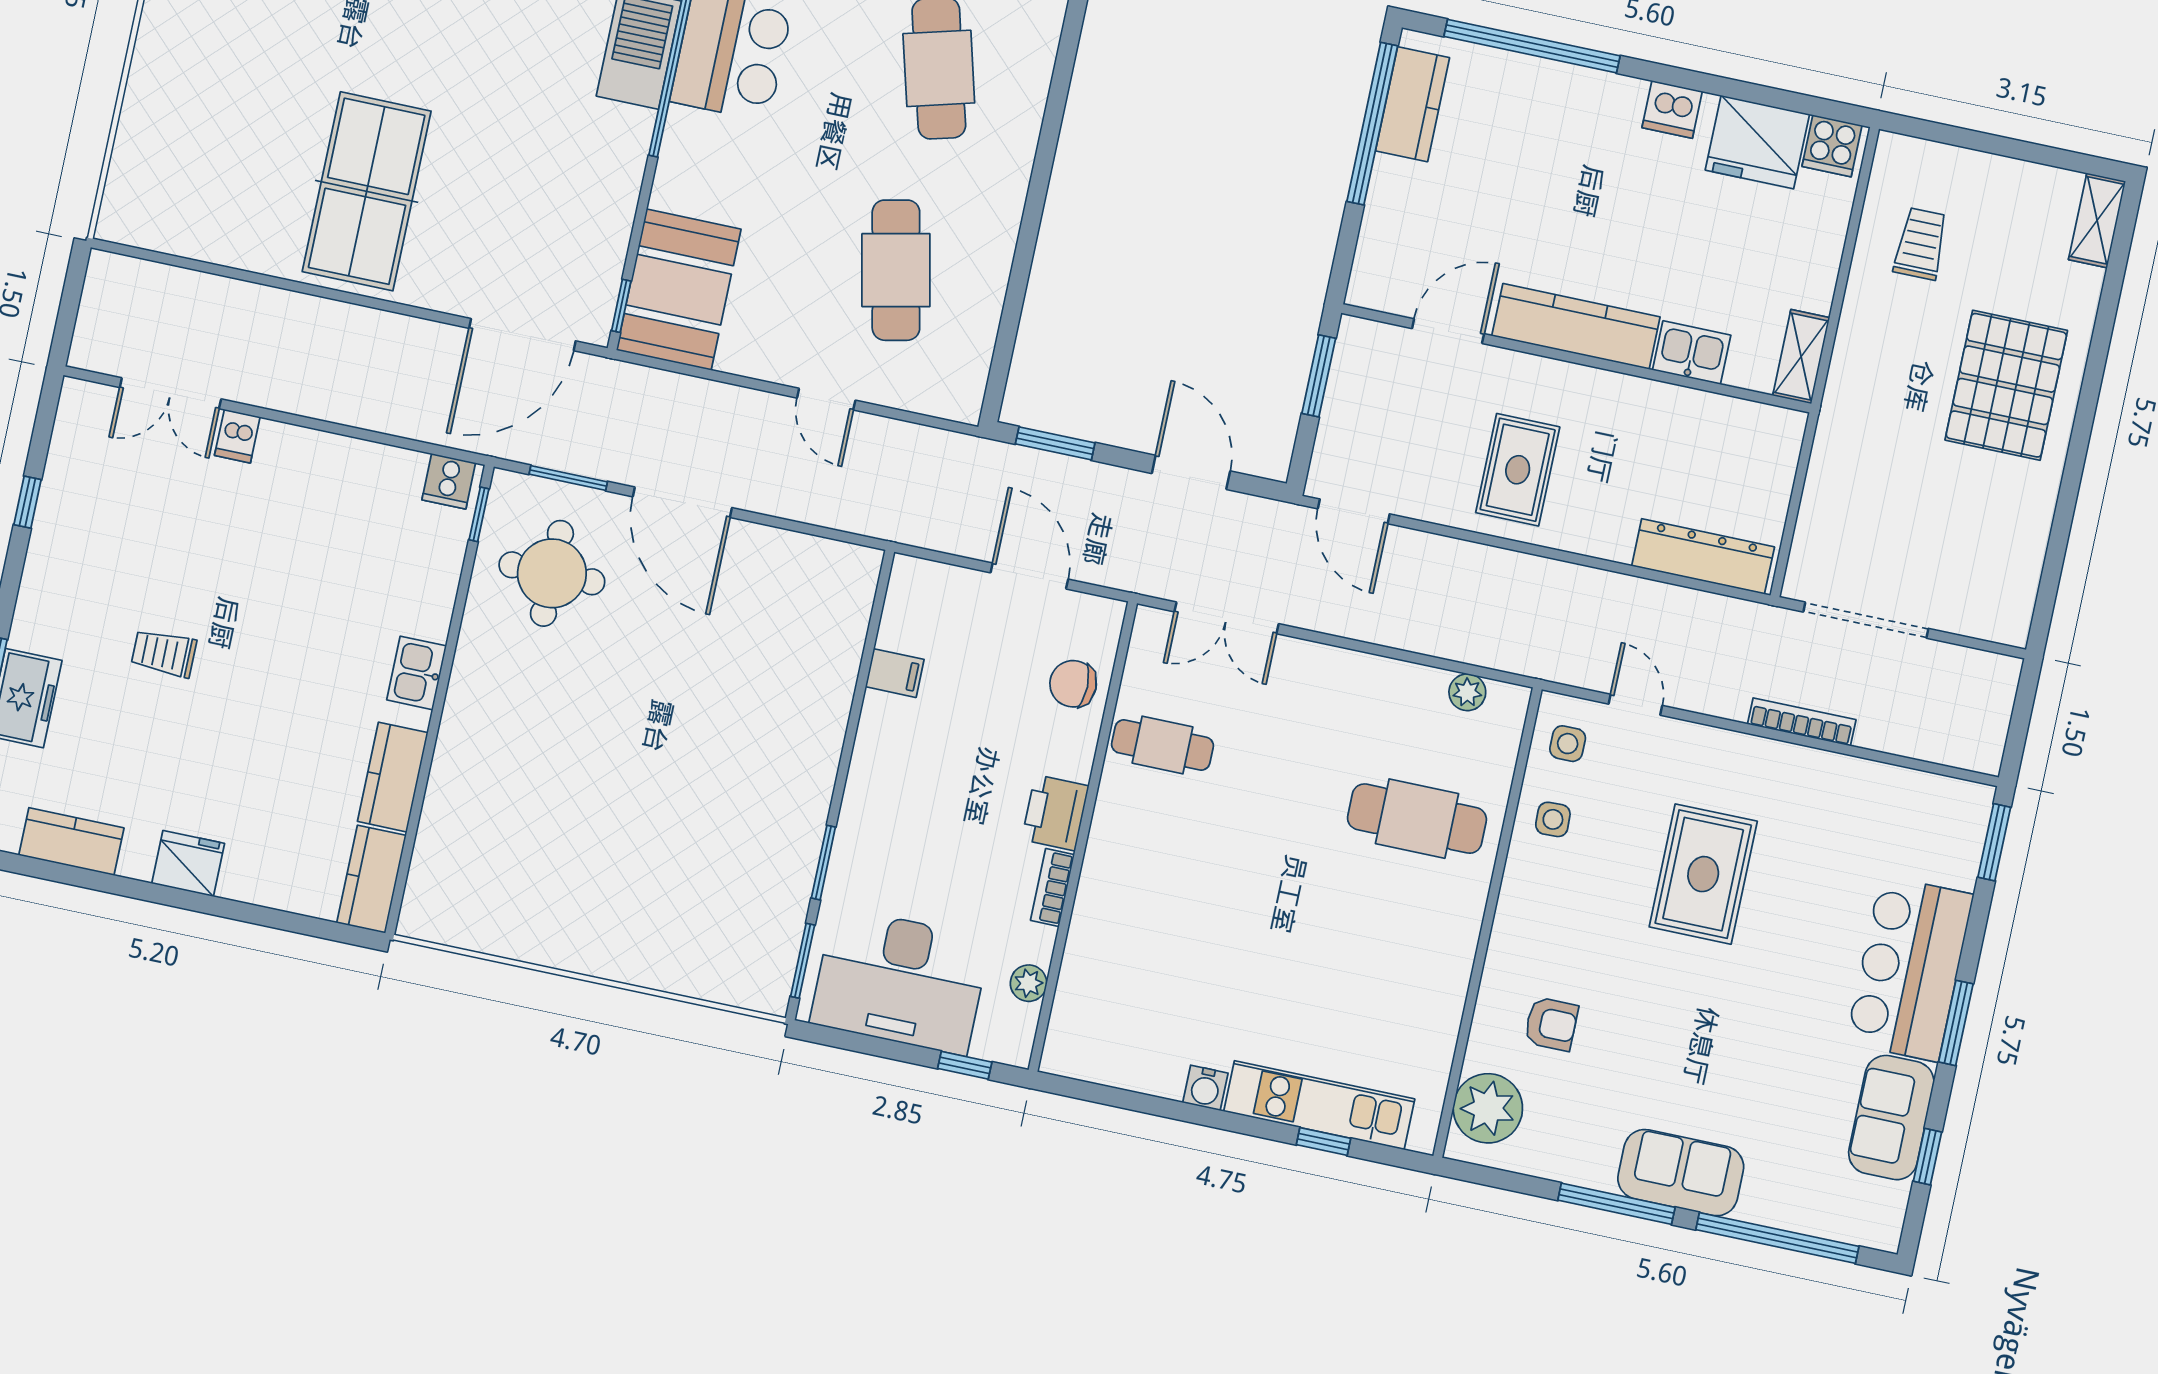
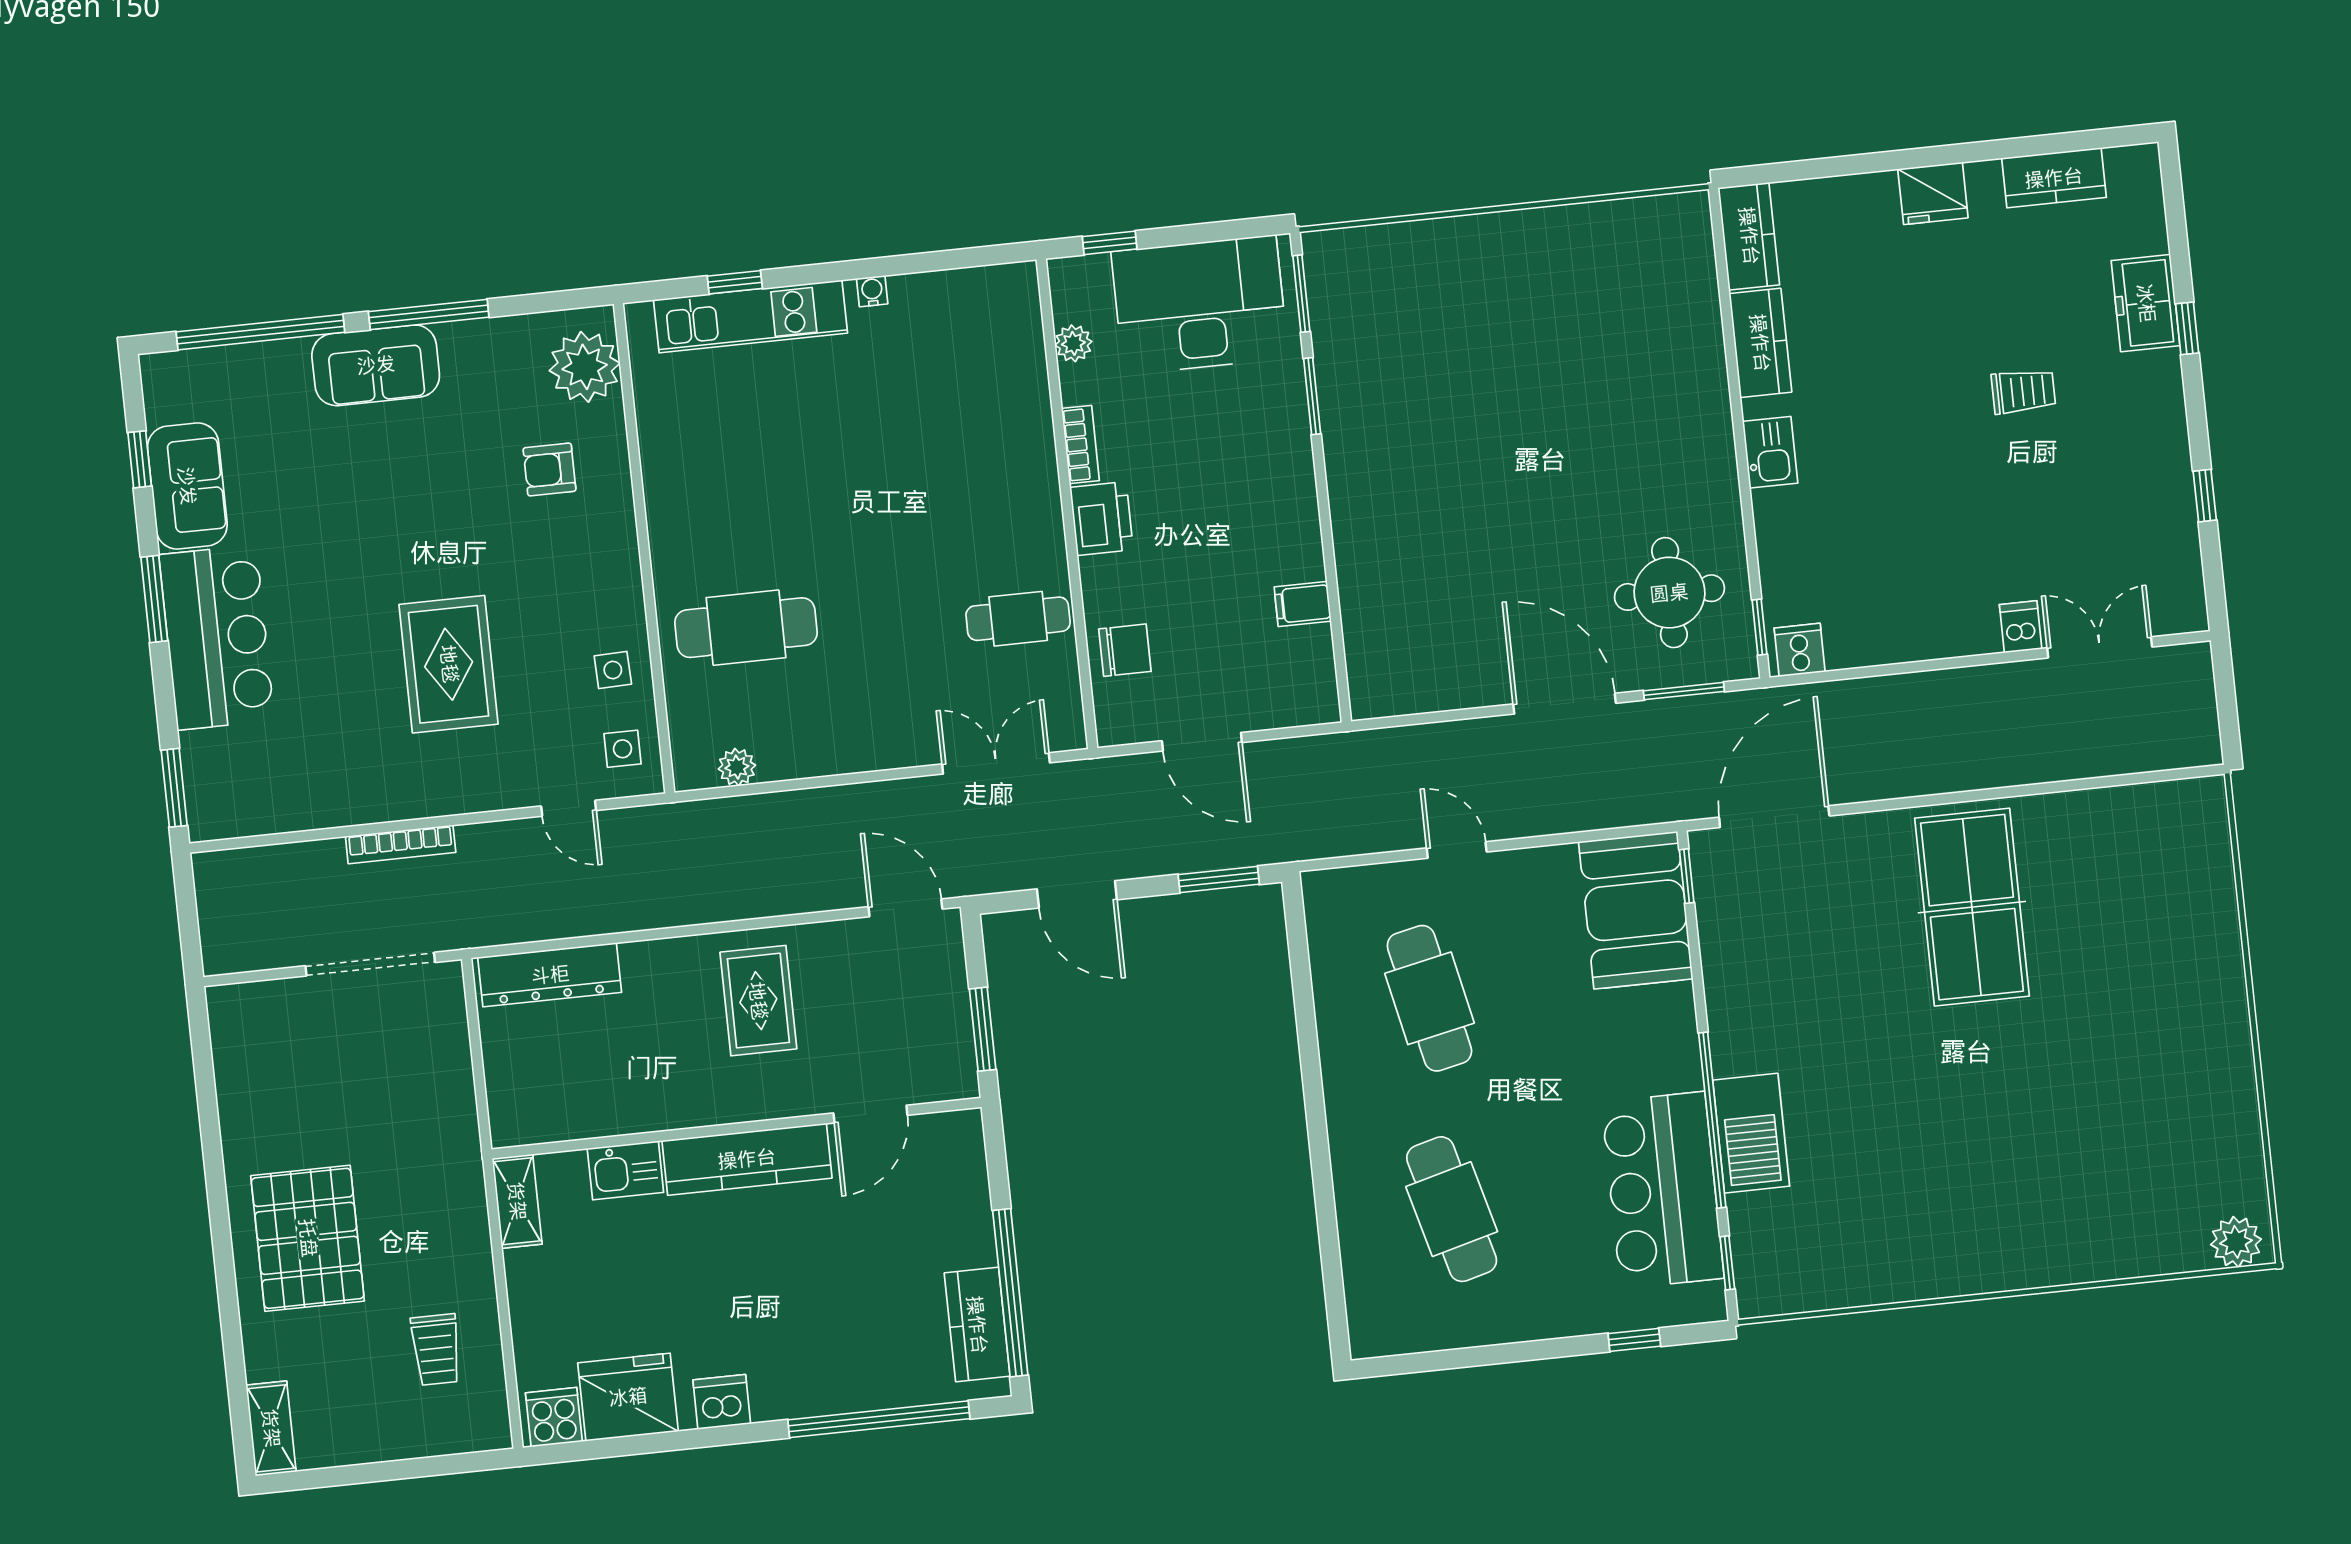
water cooler: (1205, 1088) -> (872, 291), width x0.72, depth x0.72

